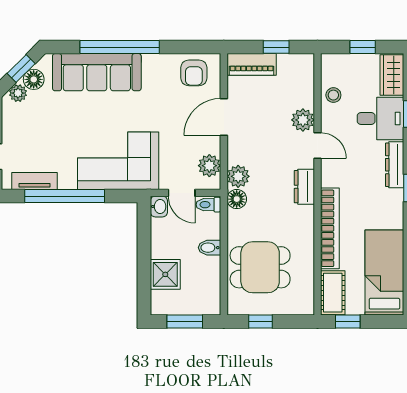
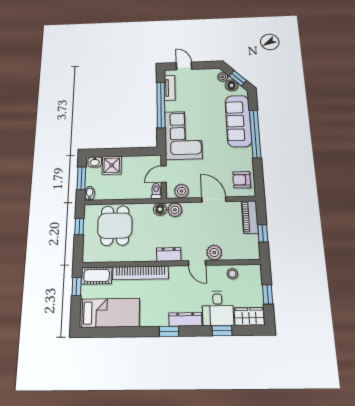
door: (317, 146) -> (197, 263), hinge flipped
washbasin: (159, 207) -> (95, 162), moved
bidet: (209, 248) -> (90, 193), moved

